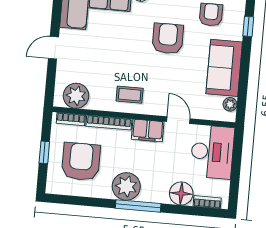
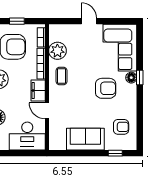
armchair: (168, 39) -> (106, 88), moved
plant: (76, 96) -> (57, 51), moved
plant: (230, 104) -> (61, 145), removed
door: (178, 120) -> (47, 111), swing flipped

